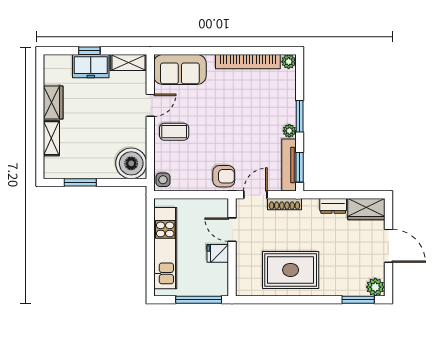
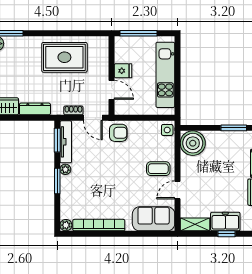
armchair: (224, 176) -> (118, 133), turned 180
door: (255, 195) -> (93, 118), hinge flipped
shoe rack: (284, 204) -> (73, 110), width x0.70
dresser: (333, 206) -> (35, 109), width x1.44

